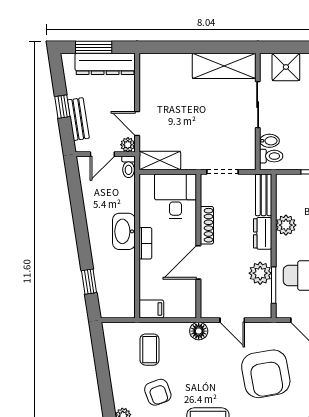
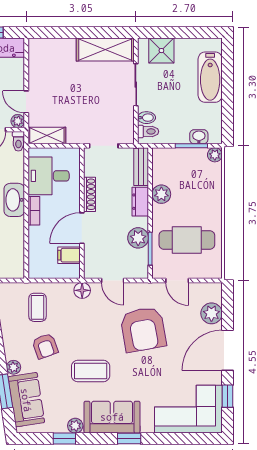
desk: (176, 196) -> (49, 176), moved, turned -90
filing cabinet: (151, 309) -> (69, 255), moved, turned 180

